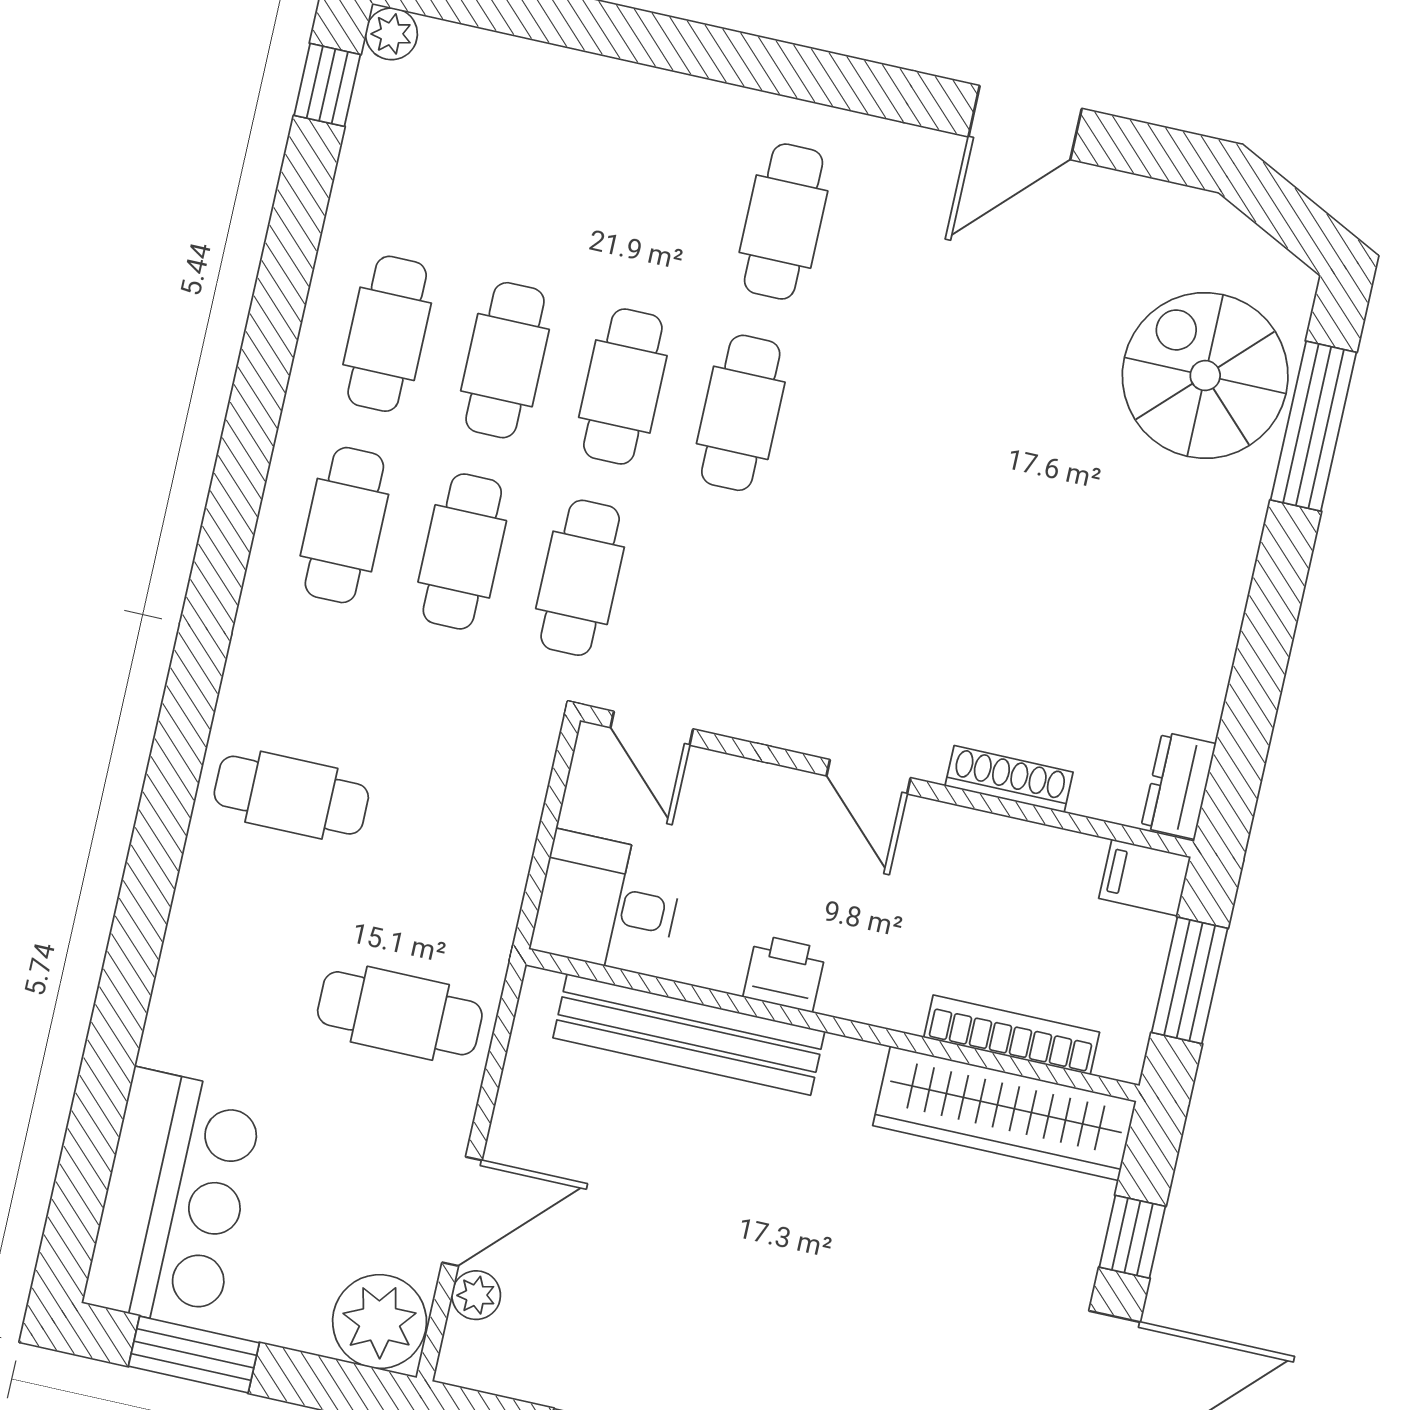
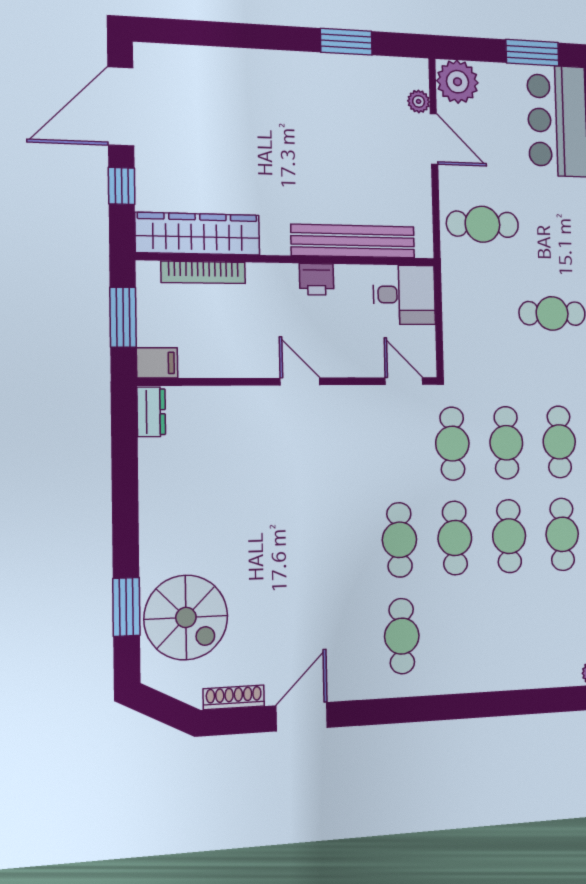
window: (1314, 426) -> (126, 607), width x0.69
shoe rack: (1009, 779) -> (234, 697), moved, turned 180
door: (462, 1211) -> (434, 139), swing flipped

